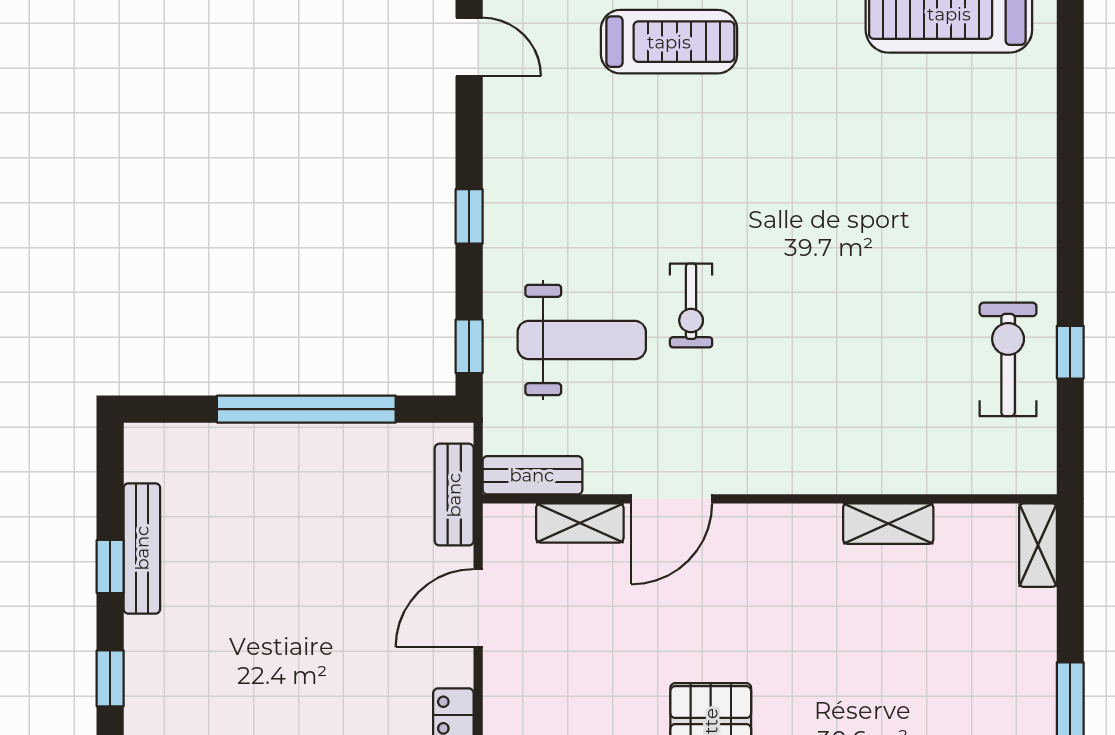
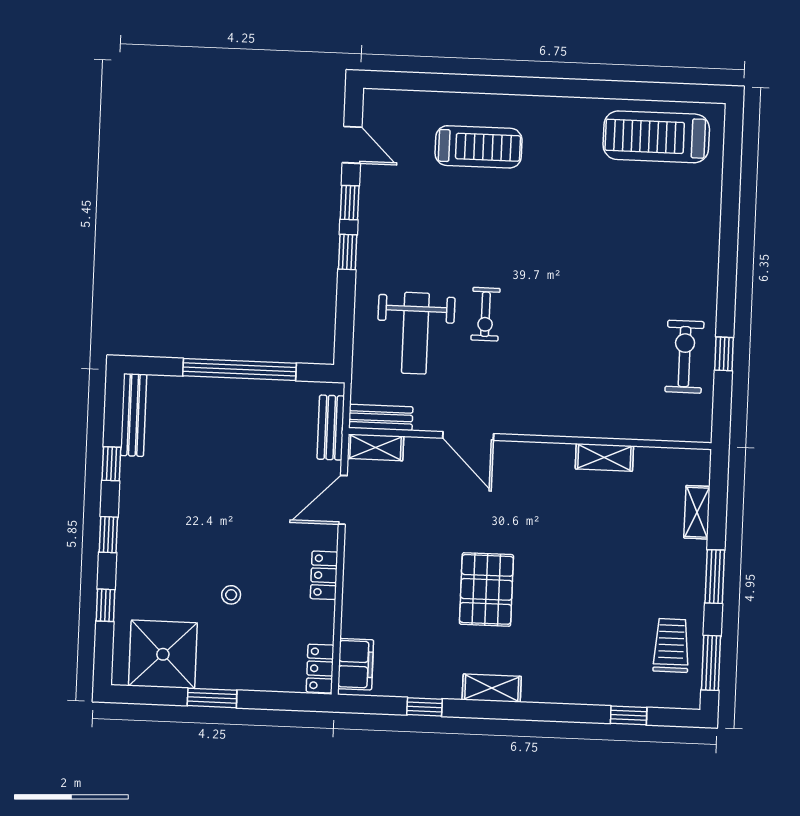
weight bench: (582, 340) -> (415, 333), turned 90
window: (469, 346) -> (350, 203), moved
door: (672, 499) -> (468, 436), hinge flipped
shelving: (580, 523) -> (376, 447), moved
shelving: (1038, 545) -> (697, 512), moved
bench: (142, 548) -> (134, 415), moved

